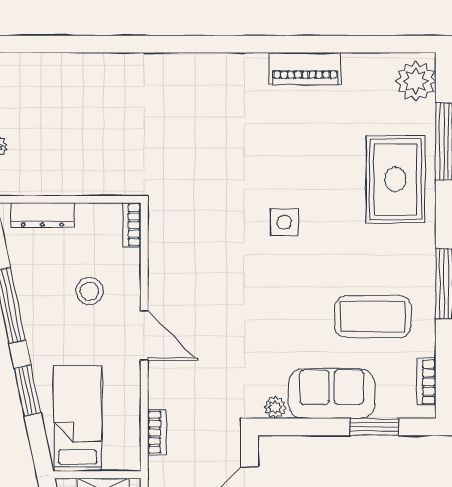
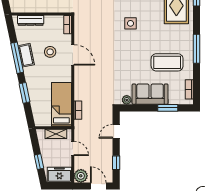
cot: (32, 299) -> (26, 55), added
door: (144, 335) -> (73, 55), moved
bed: (78, 418) -> (61, 104), moved

